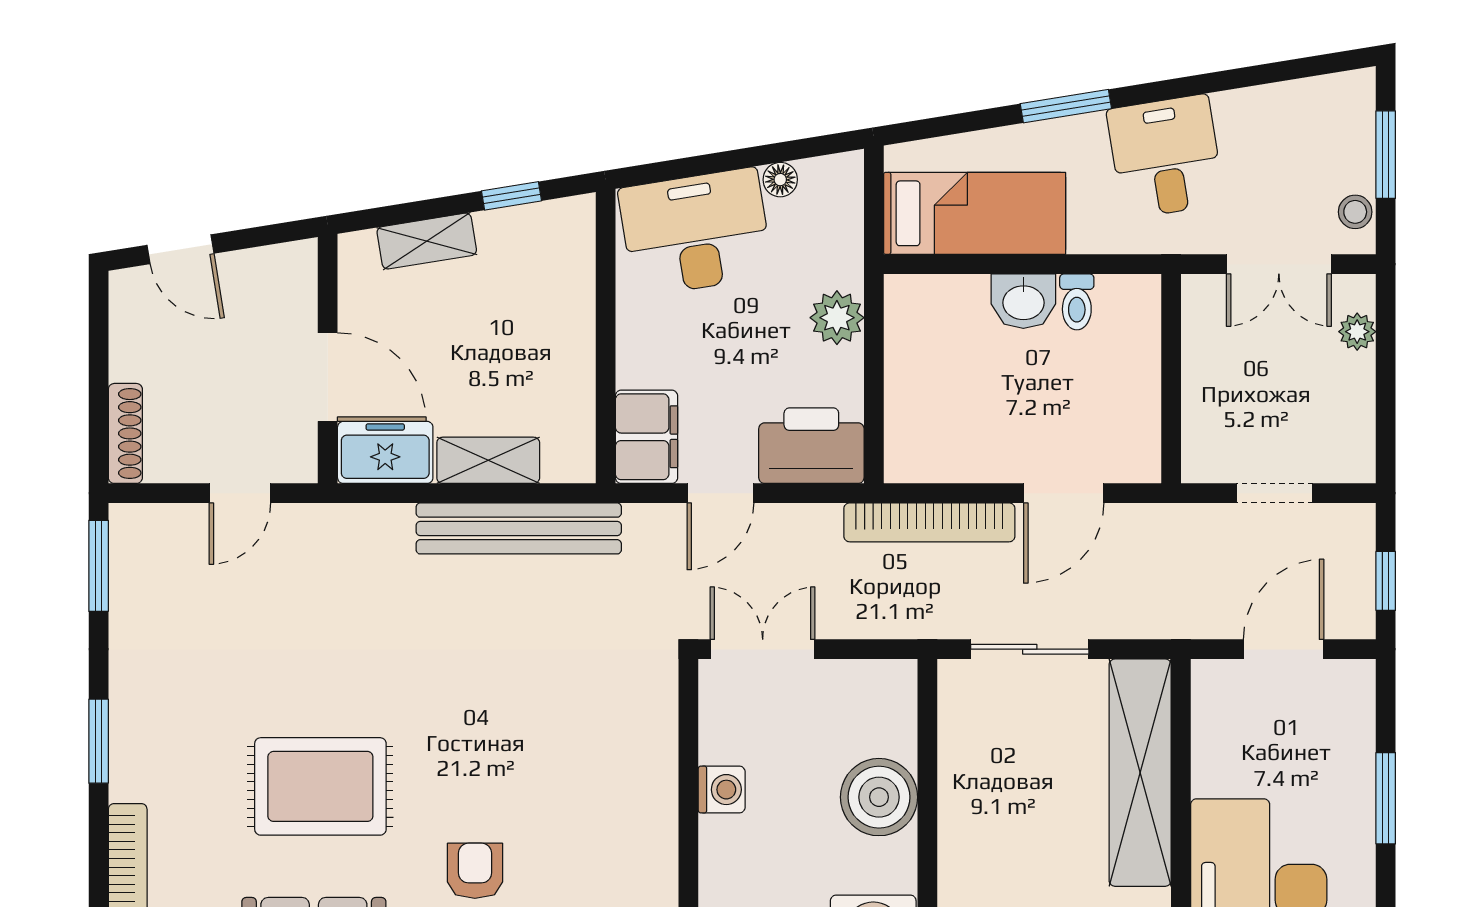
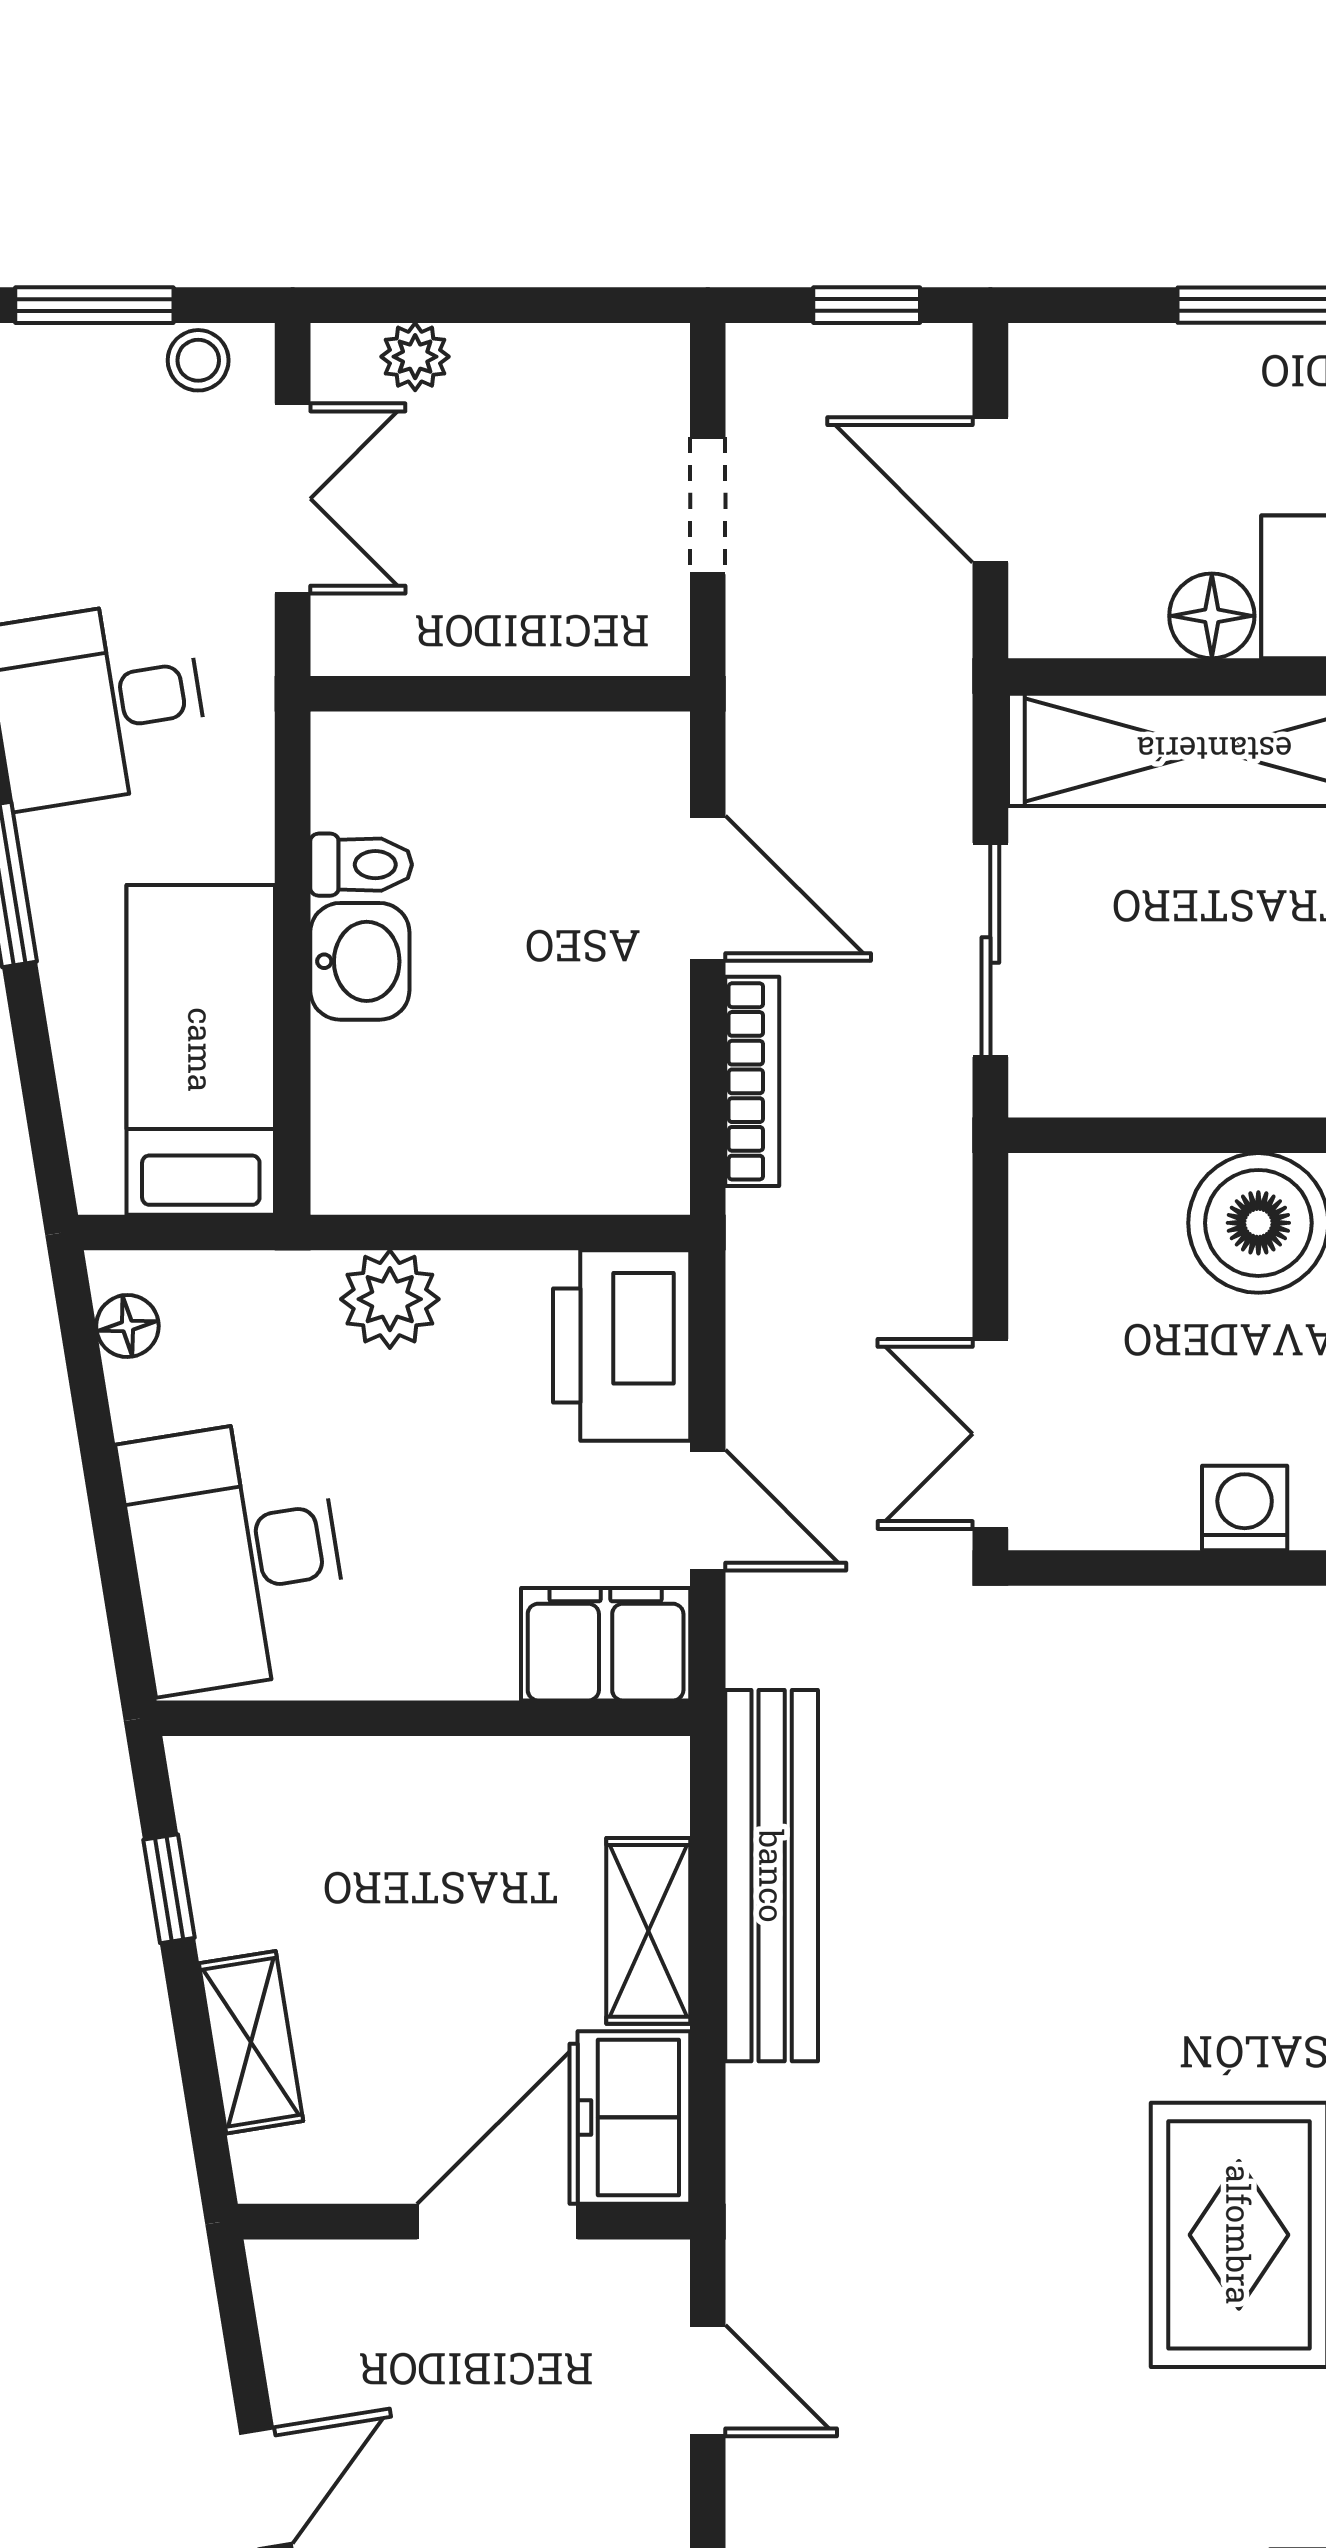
floor lamp: (780, 180) -> (127, 1326), moved
bookcase: (929, 522) -> (752, 1081), width x0.68, depth x0.76
floor lamp: (1214, 771) -> (1212, 616), added

